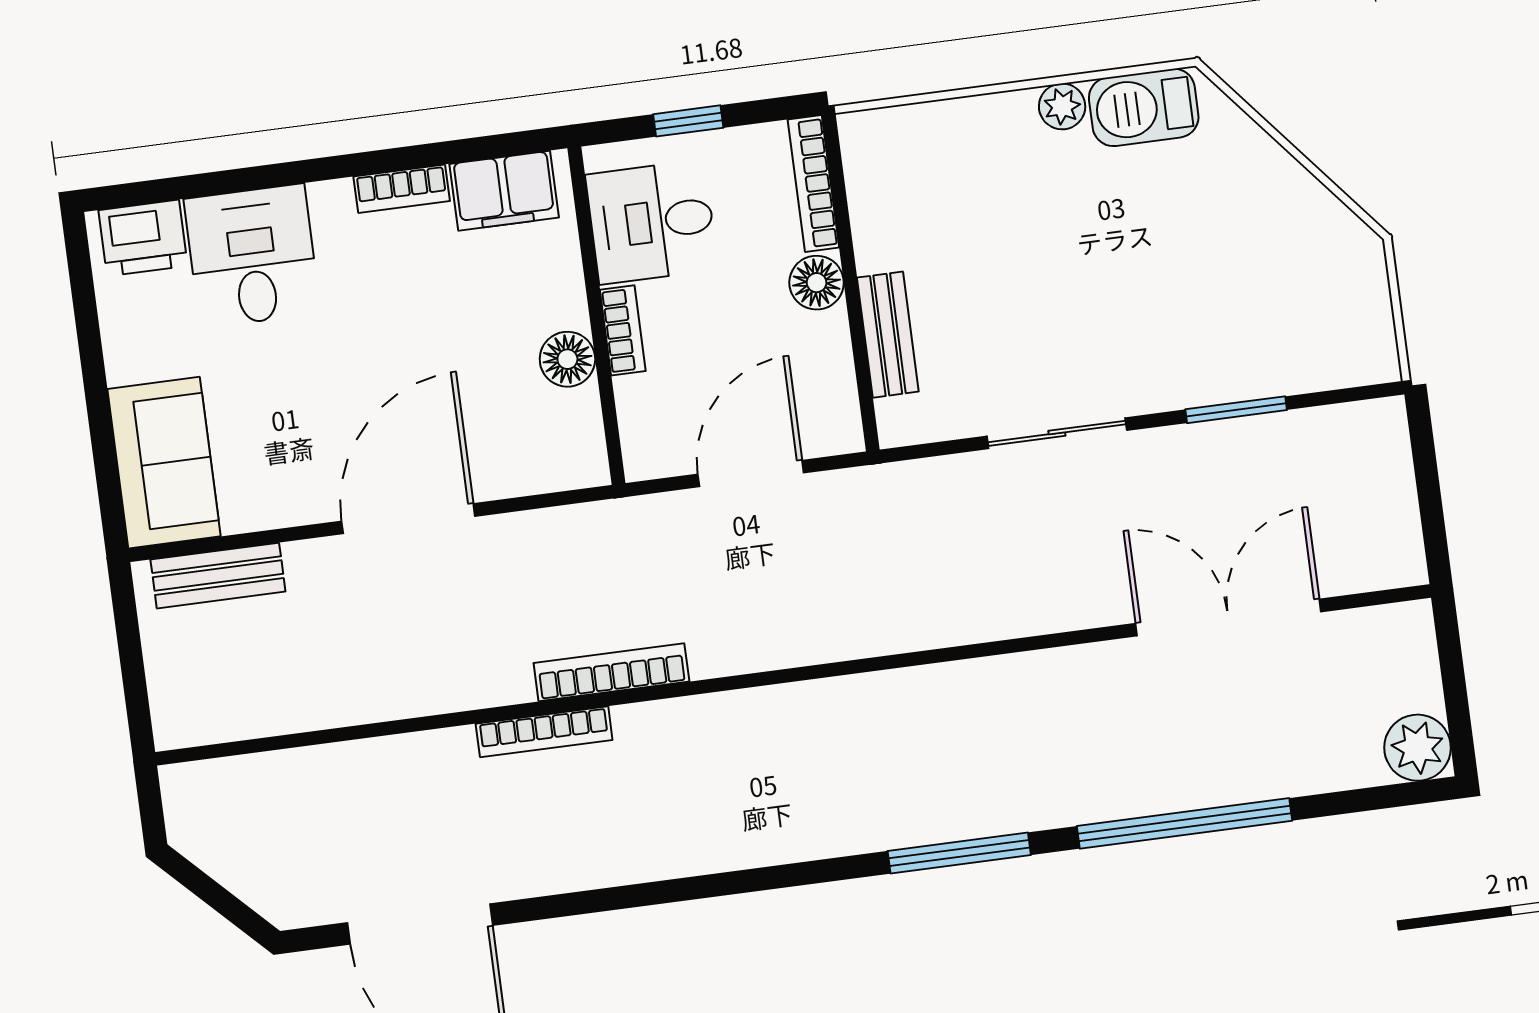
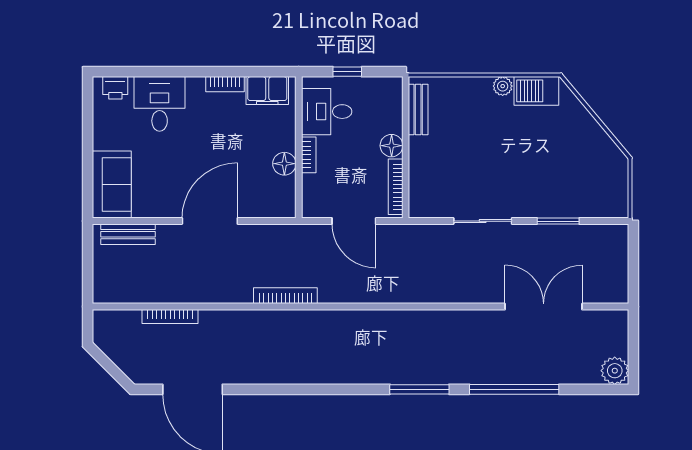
bookcase: (813, 184) -> (396, 187), moved
printer: (143, 238) -> (115, 88), width x0.73, depth x0.81
bench: (888, 335) -> (418, 109), moved
door: (751, 474) -> (354, 221), swing flipped
bookcase: (544, 732) -> (170, 317), moved

